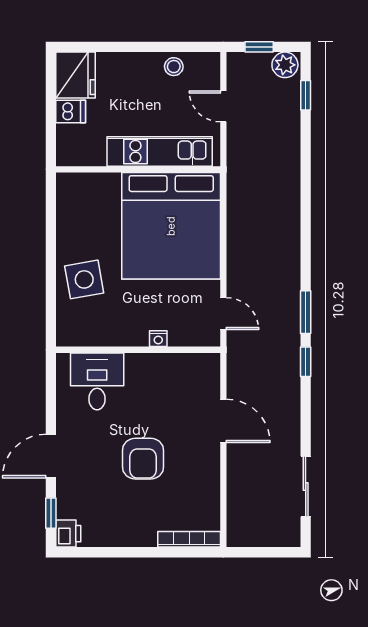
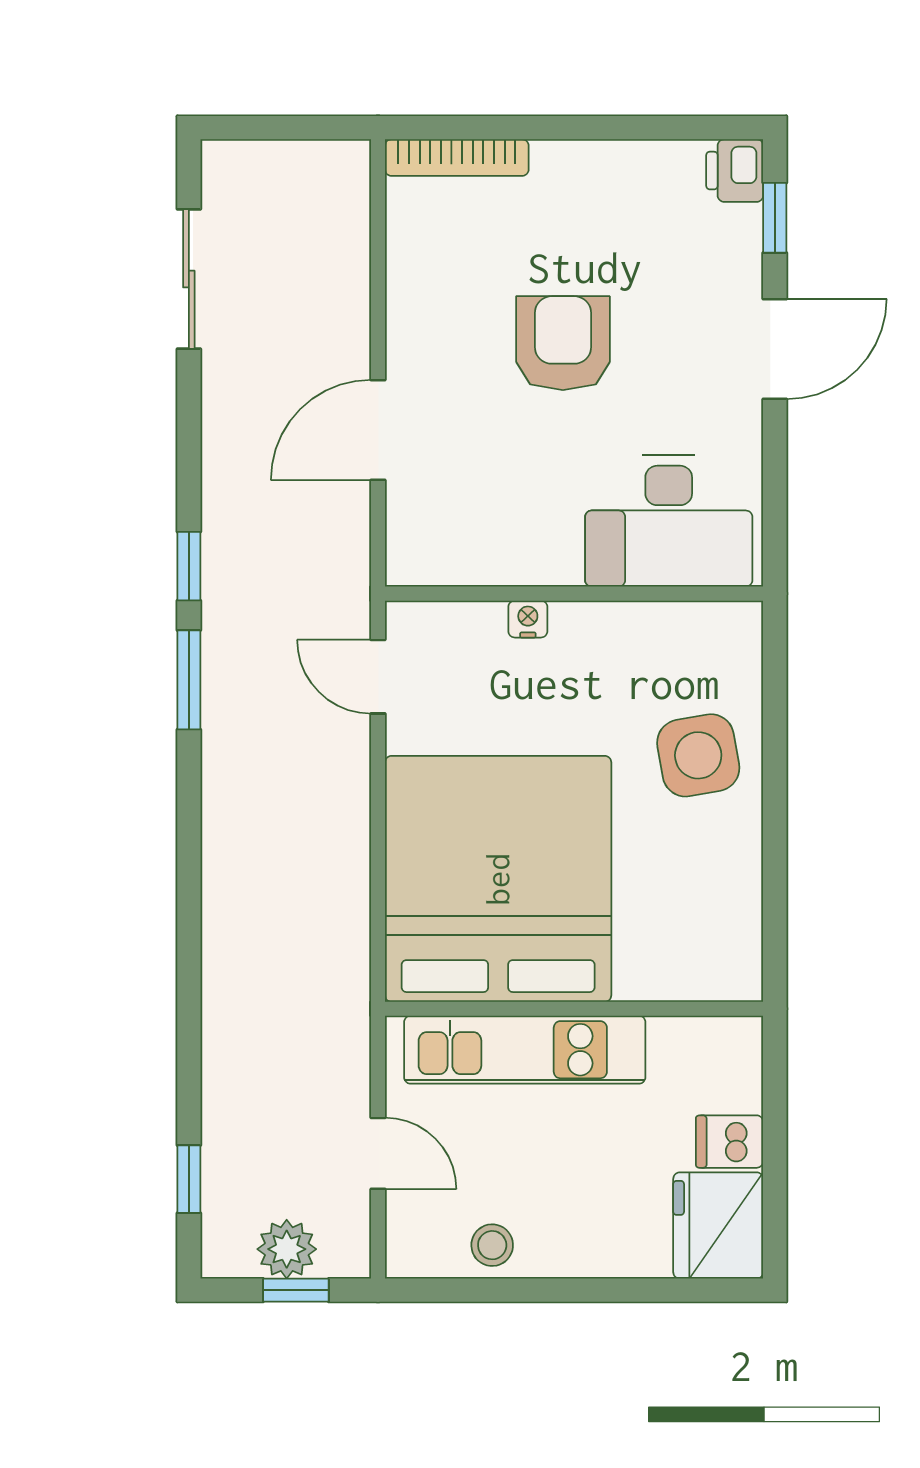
plant: (285, 65) -> (287, 1249), moved
desk: (97, 381) -> (669, 521), width x1.37
door: (223, 421) -> (378, 430), hinge flipped

